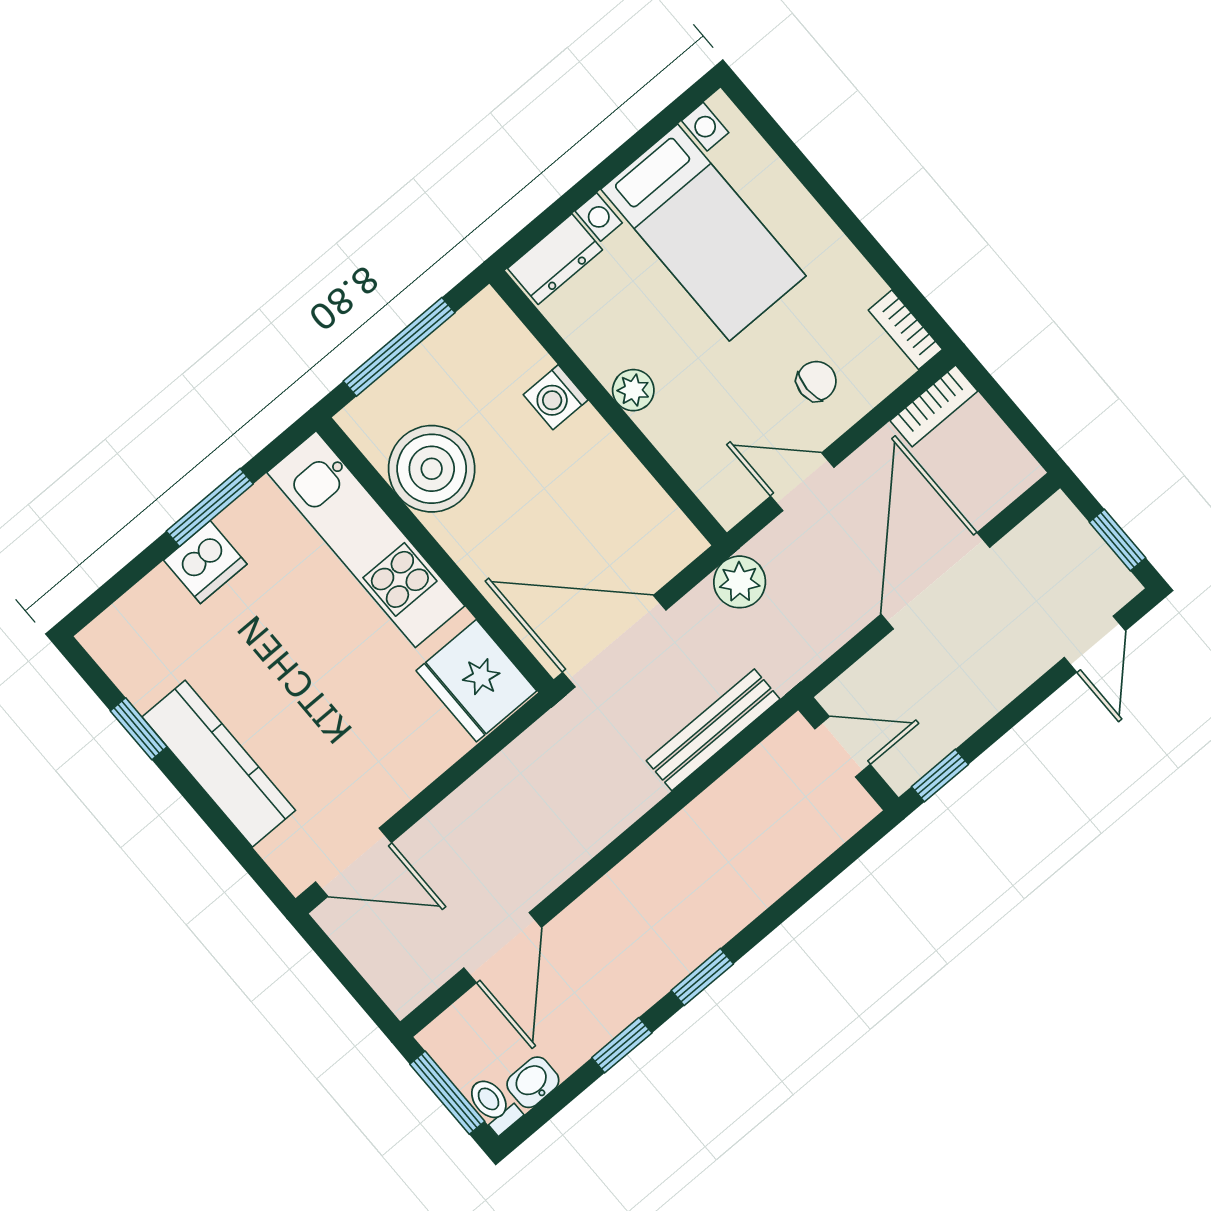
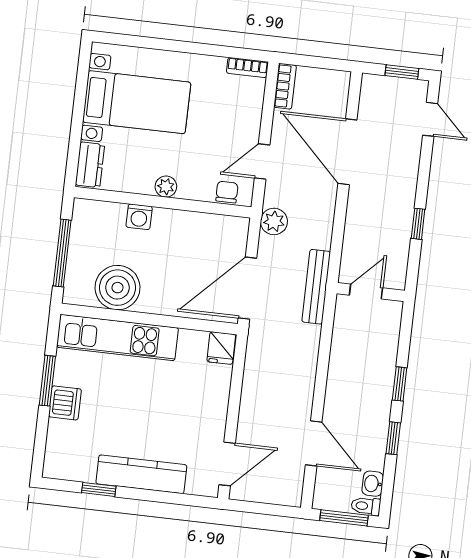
chair: (816, 381) -> (227, 192), moved
fridge: (476, 681) -> (221, 348), width x0.53, depth x0.75
door: (842, 747) -> (366, 291), moved
wall: (848, 754) -> (371, 292), moved

